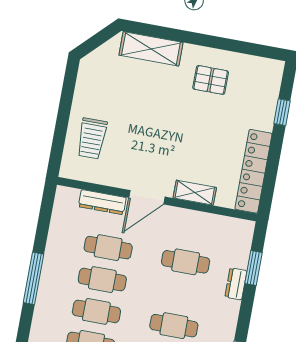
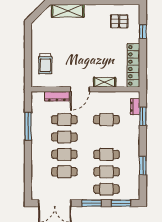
pallet: (211, 80) -> (119, 21), moved
window: (34, 278) -> (28, 126), moved
dresser: (236, 284) -> (135, 107), moved

